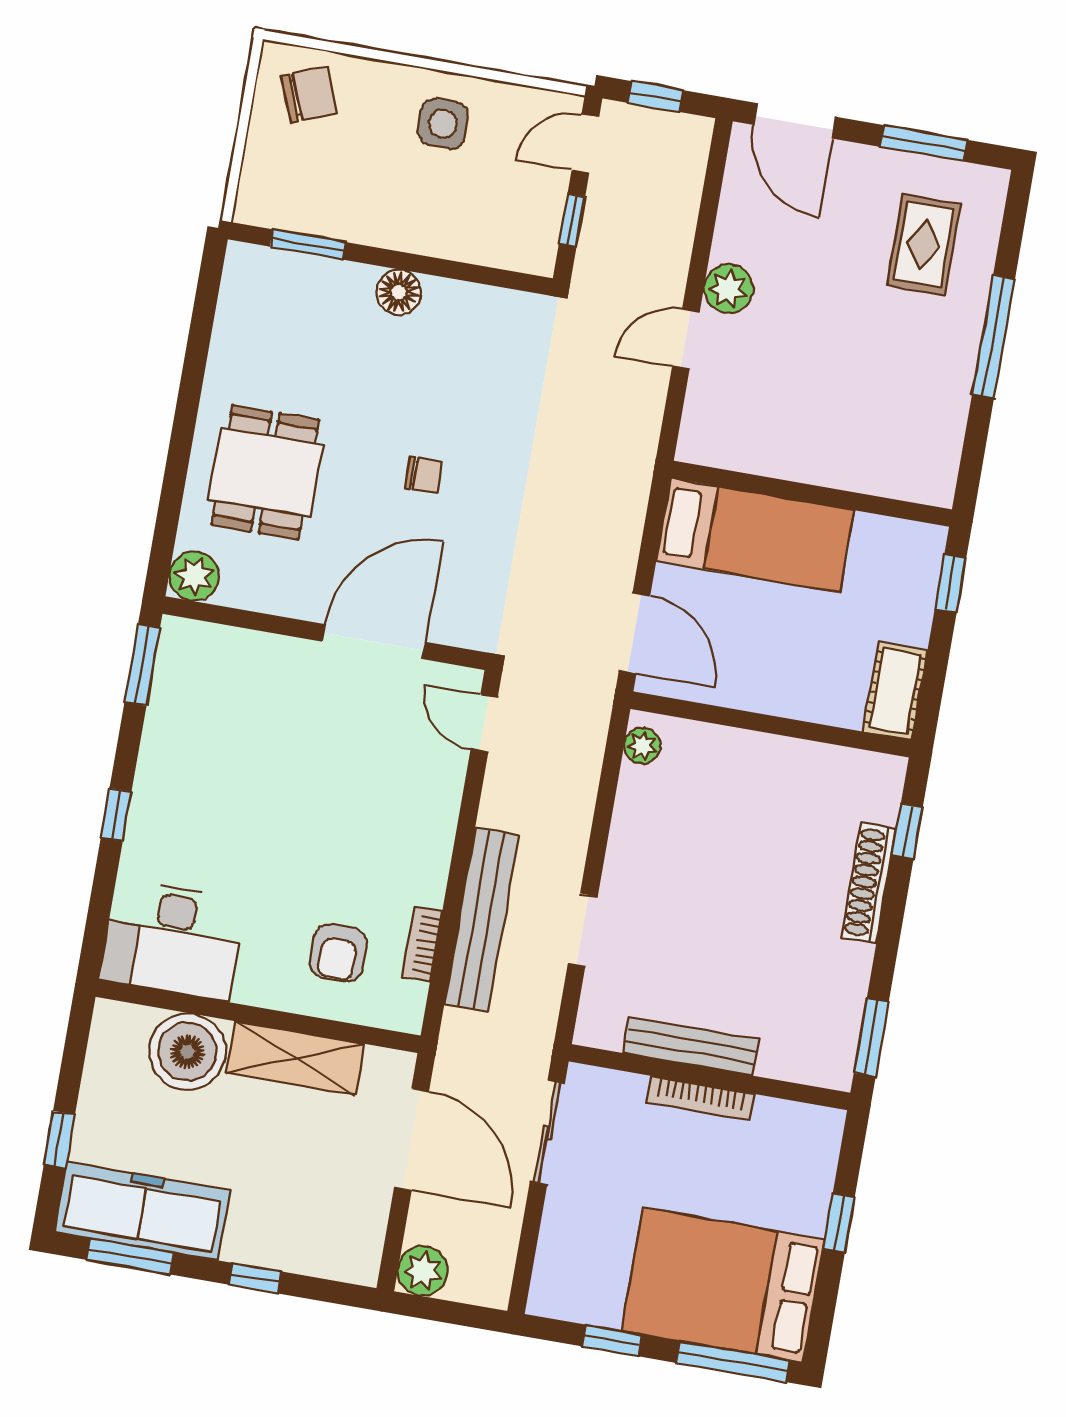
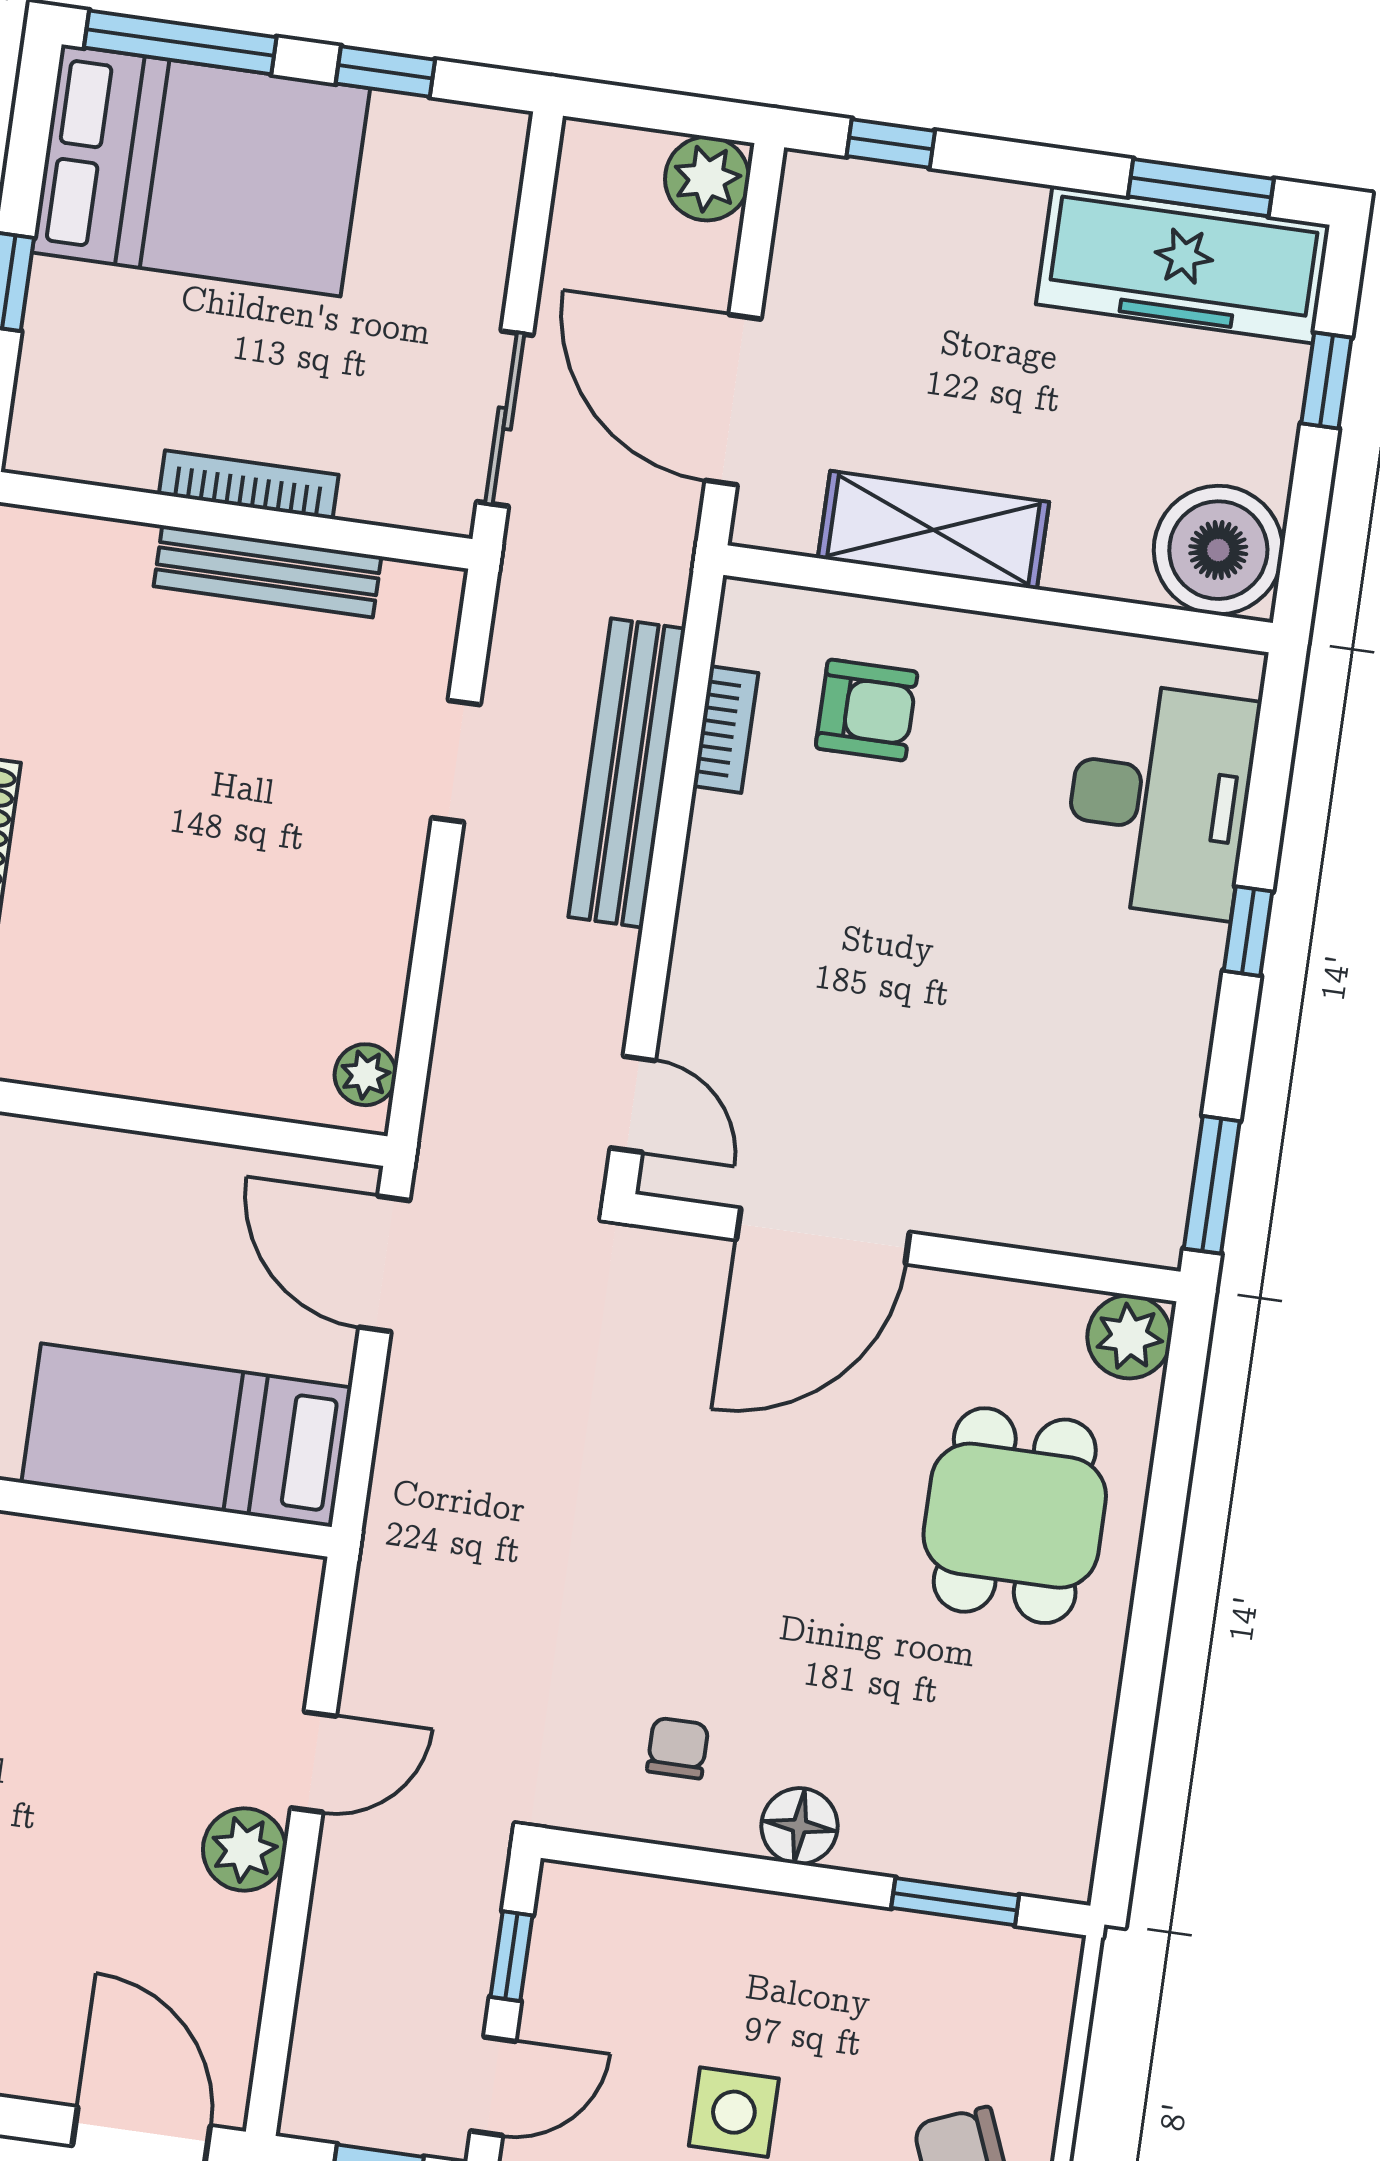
chair: (424, 475) -> (678, 1748), moved, turned 90
desk: (172, 940) -> (1160, 800), moved, turned 90
armchair: (338, 953) -> (867, 710), turned 90
boiler: (187, 1052) -> (1218, 550), moved
window: (255, 1278) -> (891, 144), moved

